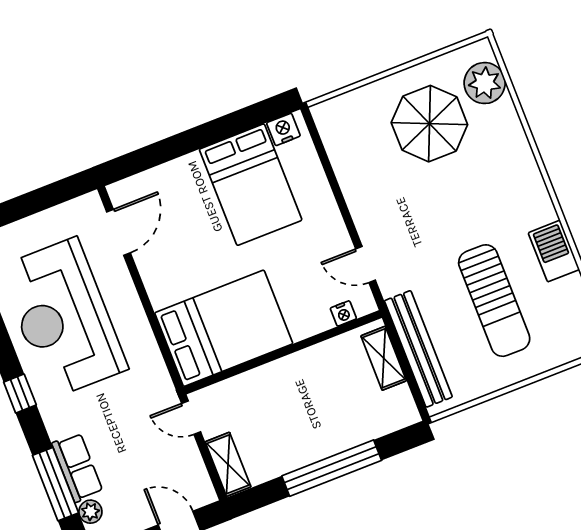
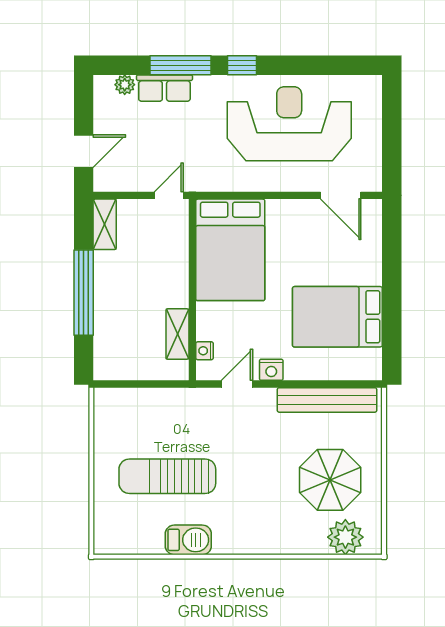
nightstand: (283, 129) -> (271, 370), moved, turned 90
bench: (418, 349) -> (327, 400), moved
shelving: (384, 358) -> (177, 334), moved, turned 90
shelving: (228, 464) -> (105, 224), moved, turned 90
window: (55, 484) -> (180, 65), moved

